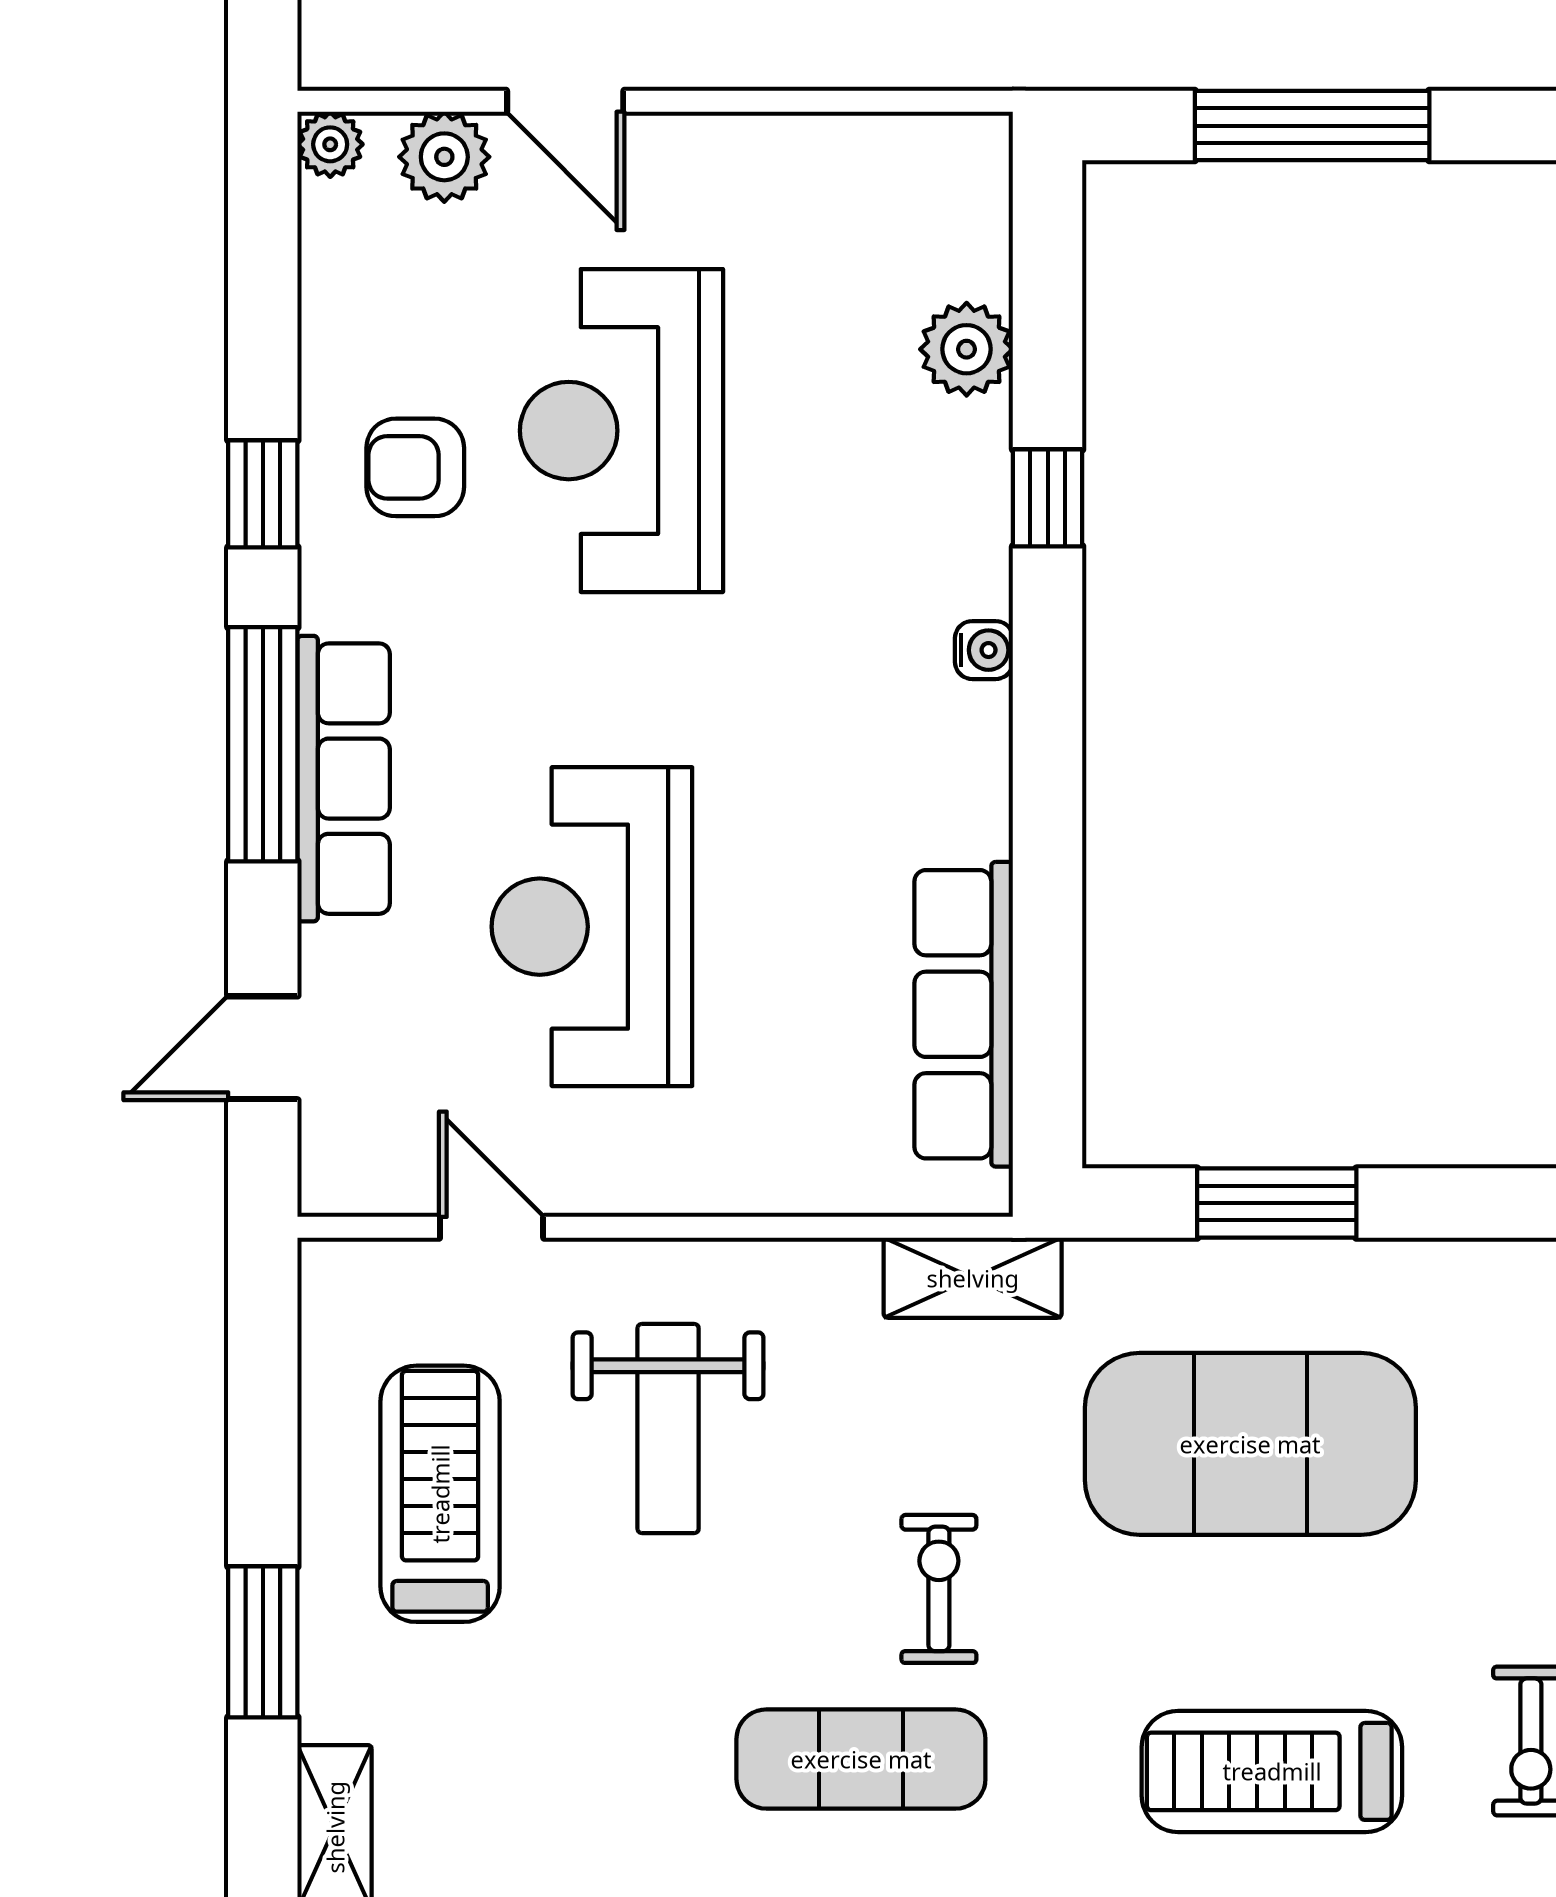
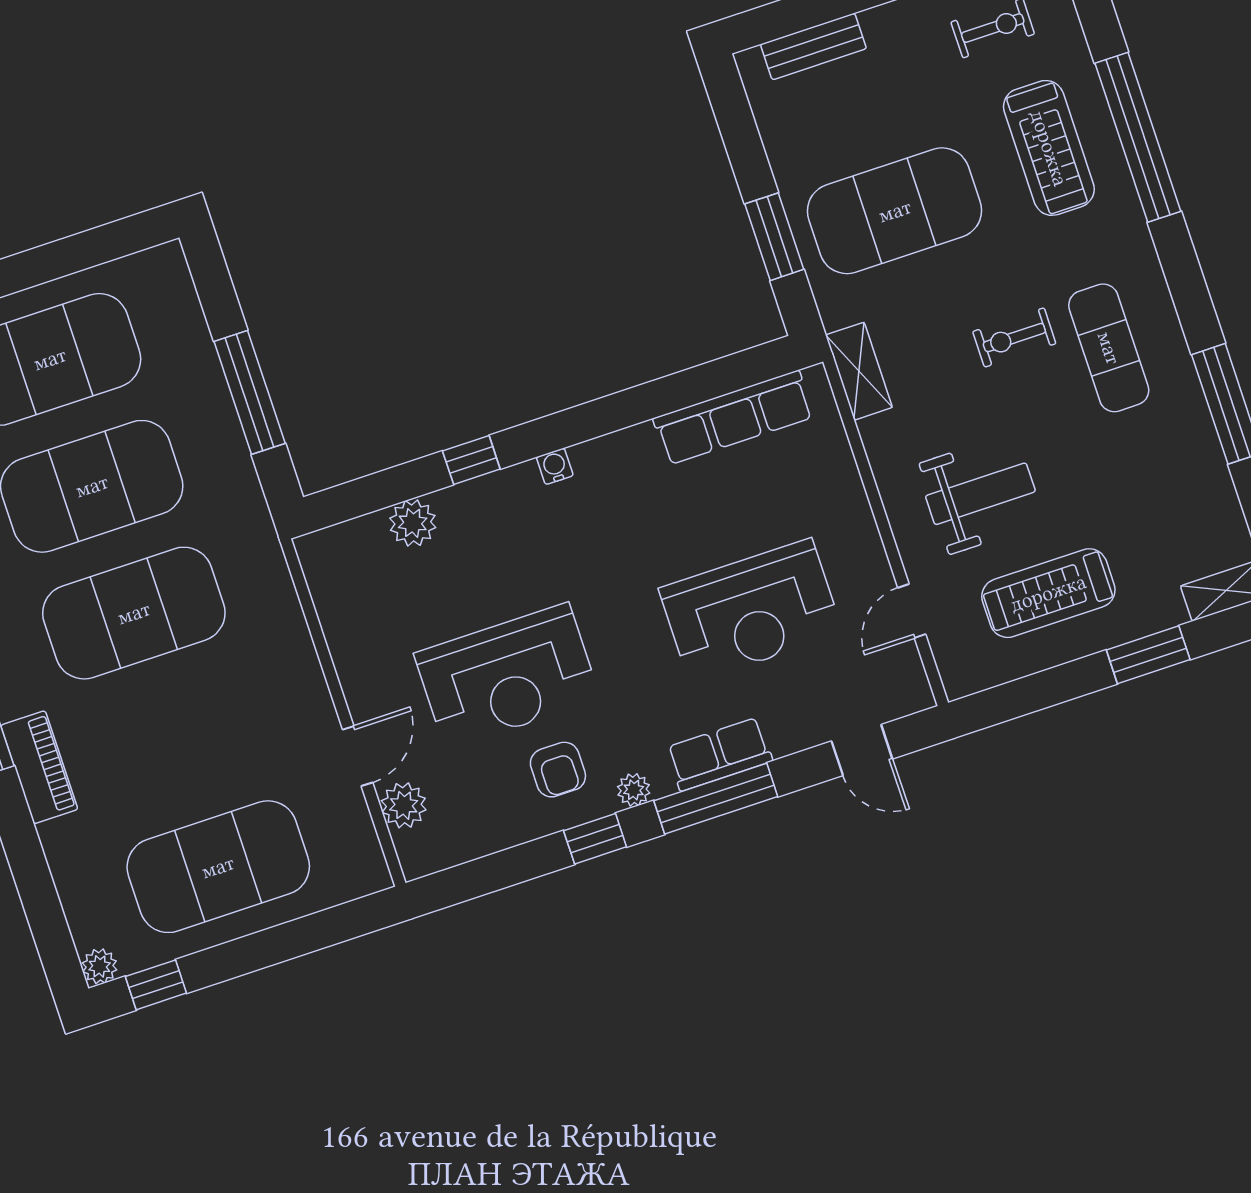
plant: (330, 144) -> (634, 790), moved
row of seats: (344, 779) -> (719, 754), width x0.68
exercise mat: (1250, 1444) -> (895, 211), turned 90

